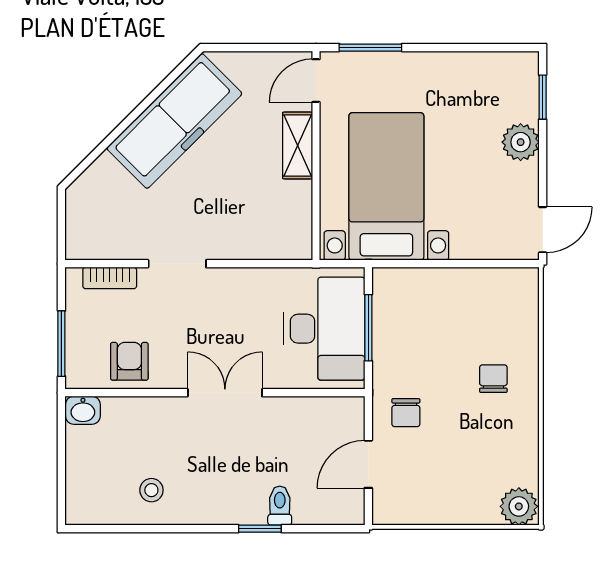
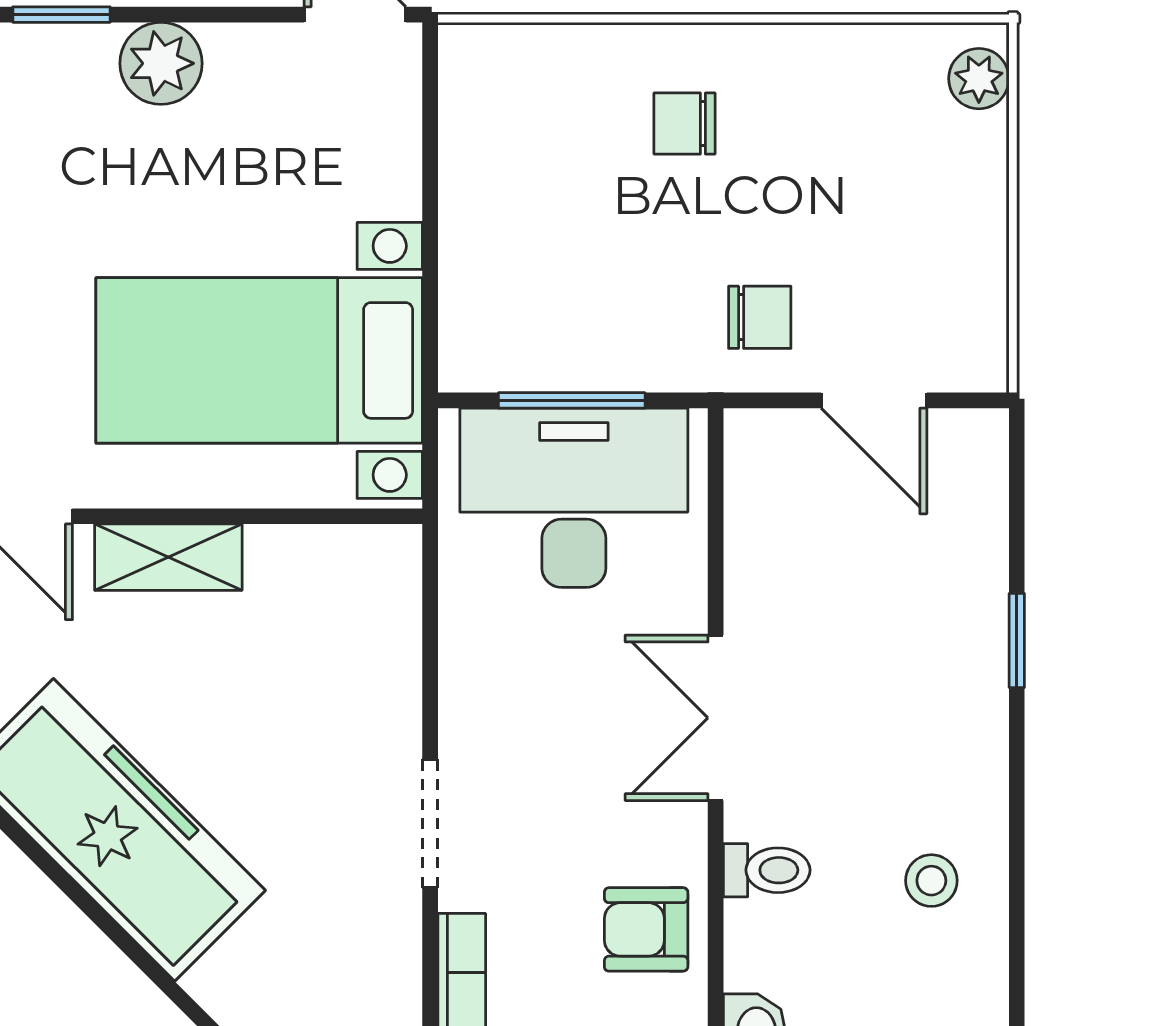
toilet: (280, 506) -> (767, 870), moved, turned 180
plant: (519, 506) -> (979, 79), width x0.73, depth x0.73

